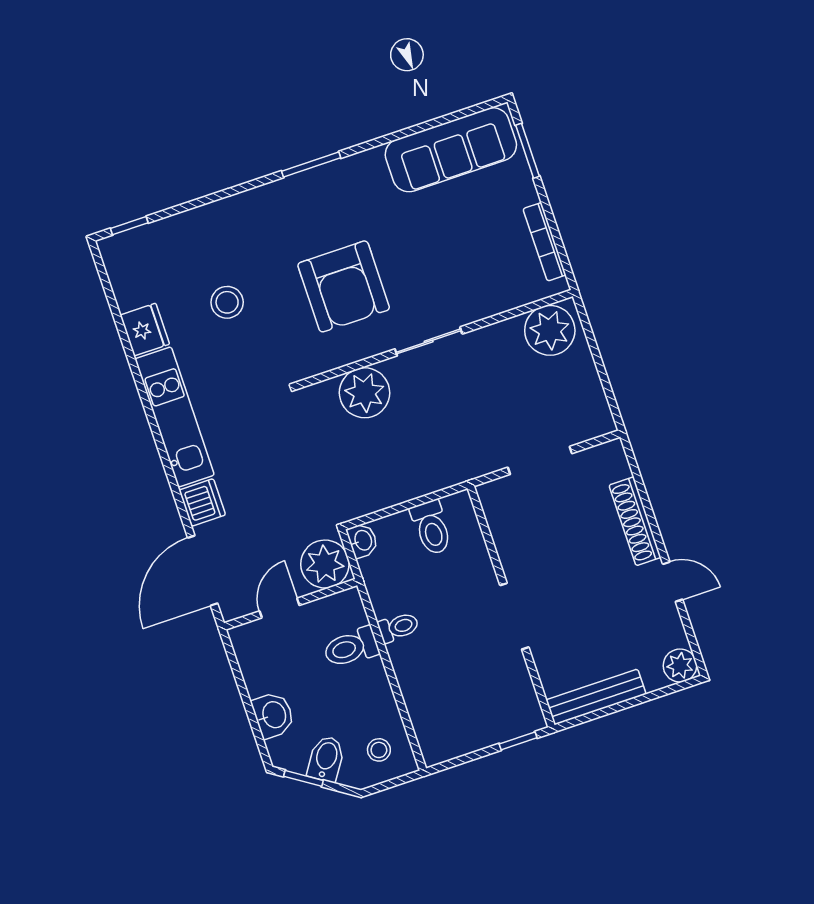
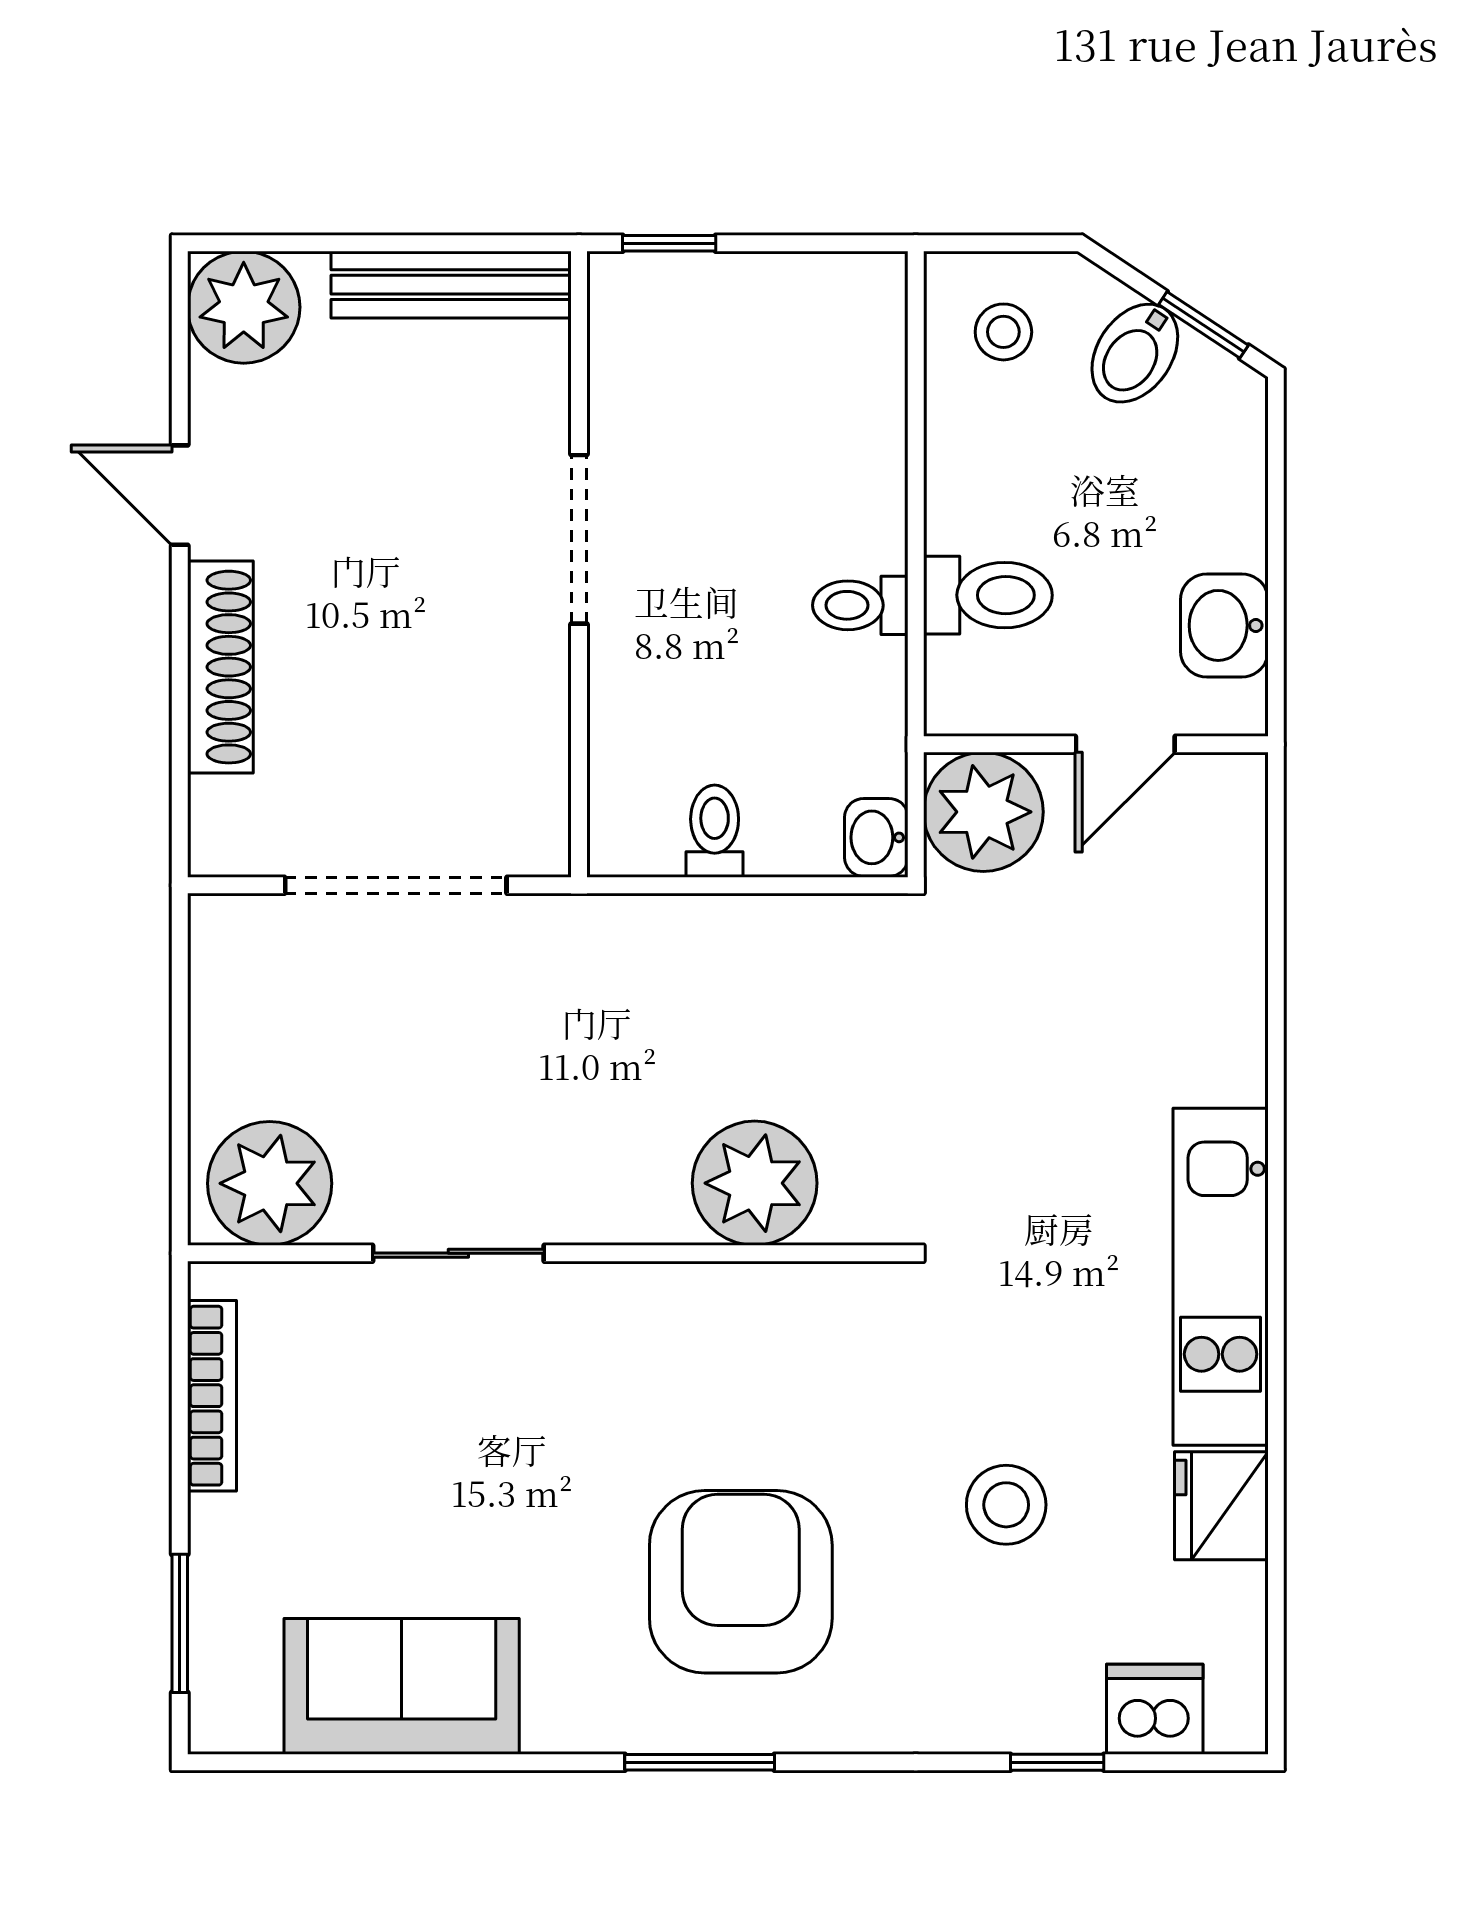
sofa: (451, 150) -> (402, 1686), width x0.73
window: (129, 226) -> (1057, 1762), moved
armchair: (344, 286) -> (741, 1582), moved
sliding door: (429, 341) -> (458, 1253), moved
doorway: (540, 460) -> (396, 885), width x1.36
dishwasher: (202, 502) -> (1155, 1709), moved, turned 90
toilet: (431, 528) -> (715, 831), width x0.73, depth x0.72
door: (203, 571) -> (1276, 893), removed
plant: (680, 666) -> (244, 307), width x1.36, depth x1.36
washbasin: (273, 715) -> (1224, 625), moved

